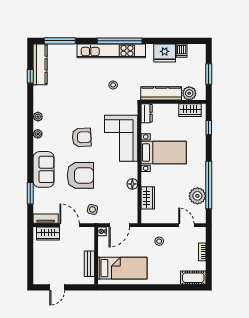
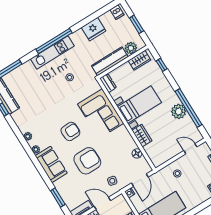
kitchen unit: (111, 51) -> (52, 52), width x0.73
dishwasher: (182, 51) -> (117, 12), moved
sofa: (44, 169) -> (51, 164), moved
floor lamp: (132, 184) -> (137, 153), moved
plant: (197, 196) -> (179, 111), moved
wardrobe: (148, 198) -> (142, 136), moved

